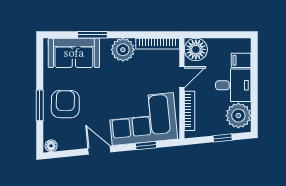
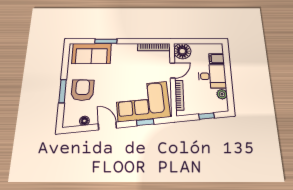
plant: (123, 50) -> (128, 51), removed
plant: (238, 116) -> (222, 94), width x0.53, depth x0.53
floor lamp: (51, 146) -> (84, 121), moved

